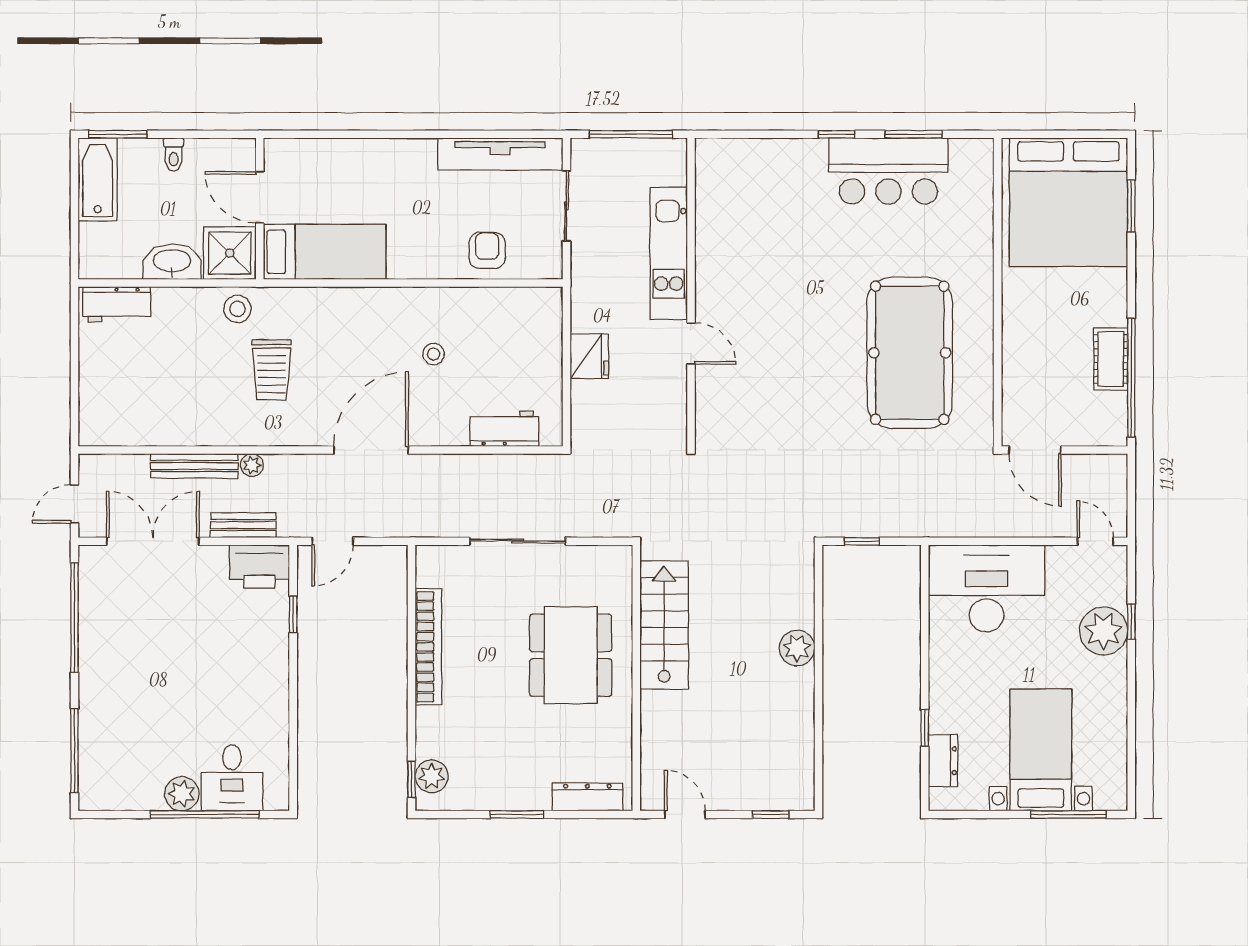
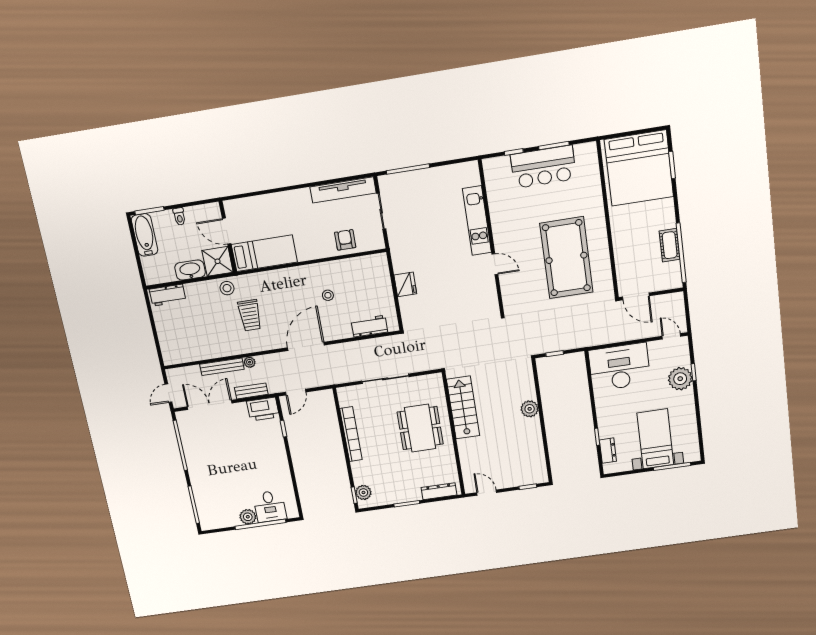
kitchen unit: (669, 253) -> (477, 221), moved
wall: (691, 292) -> (491, 238), moved
door: (691, 344) -> (495, 264), moved

